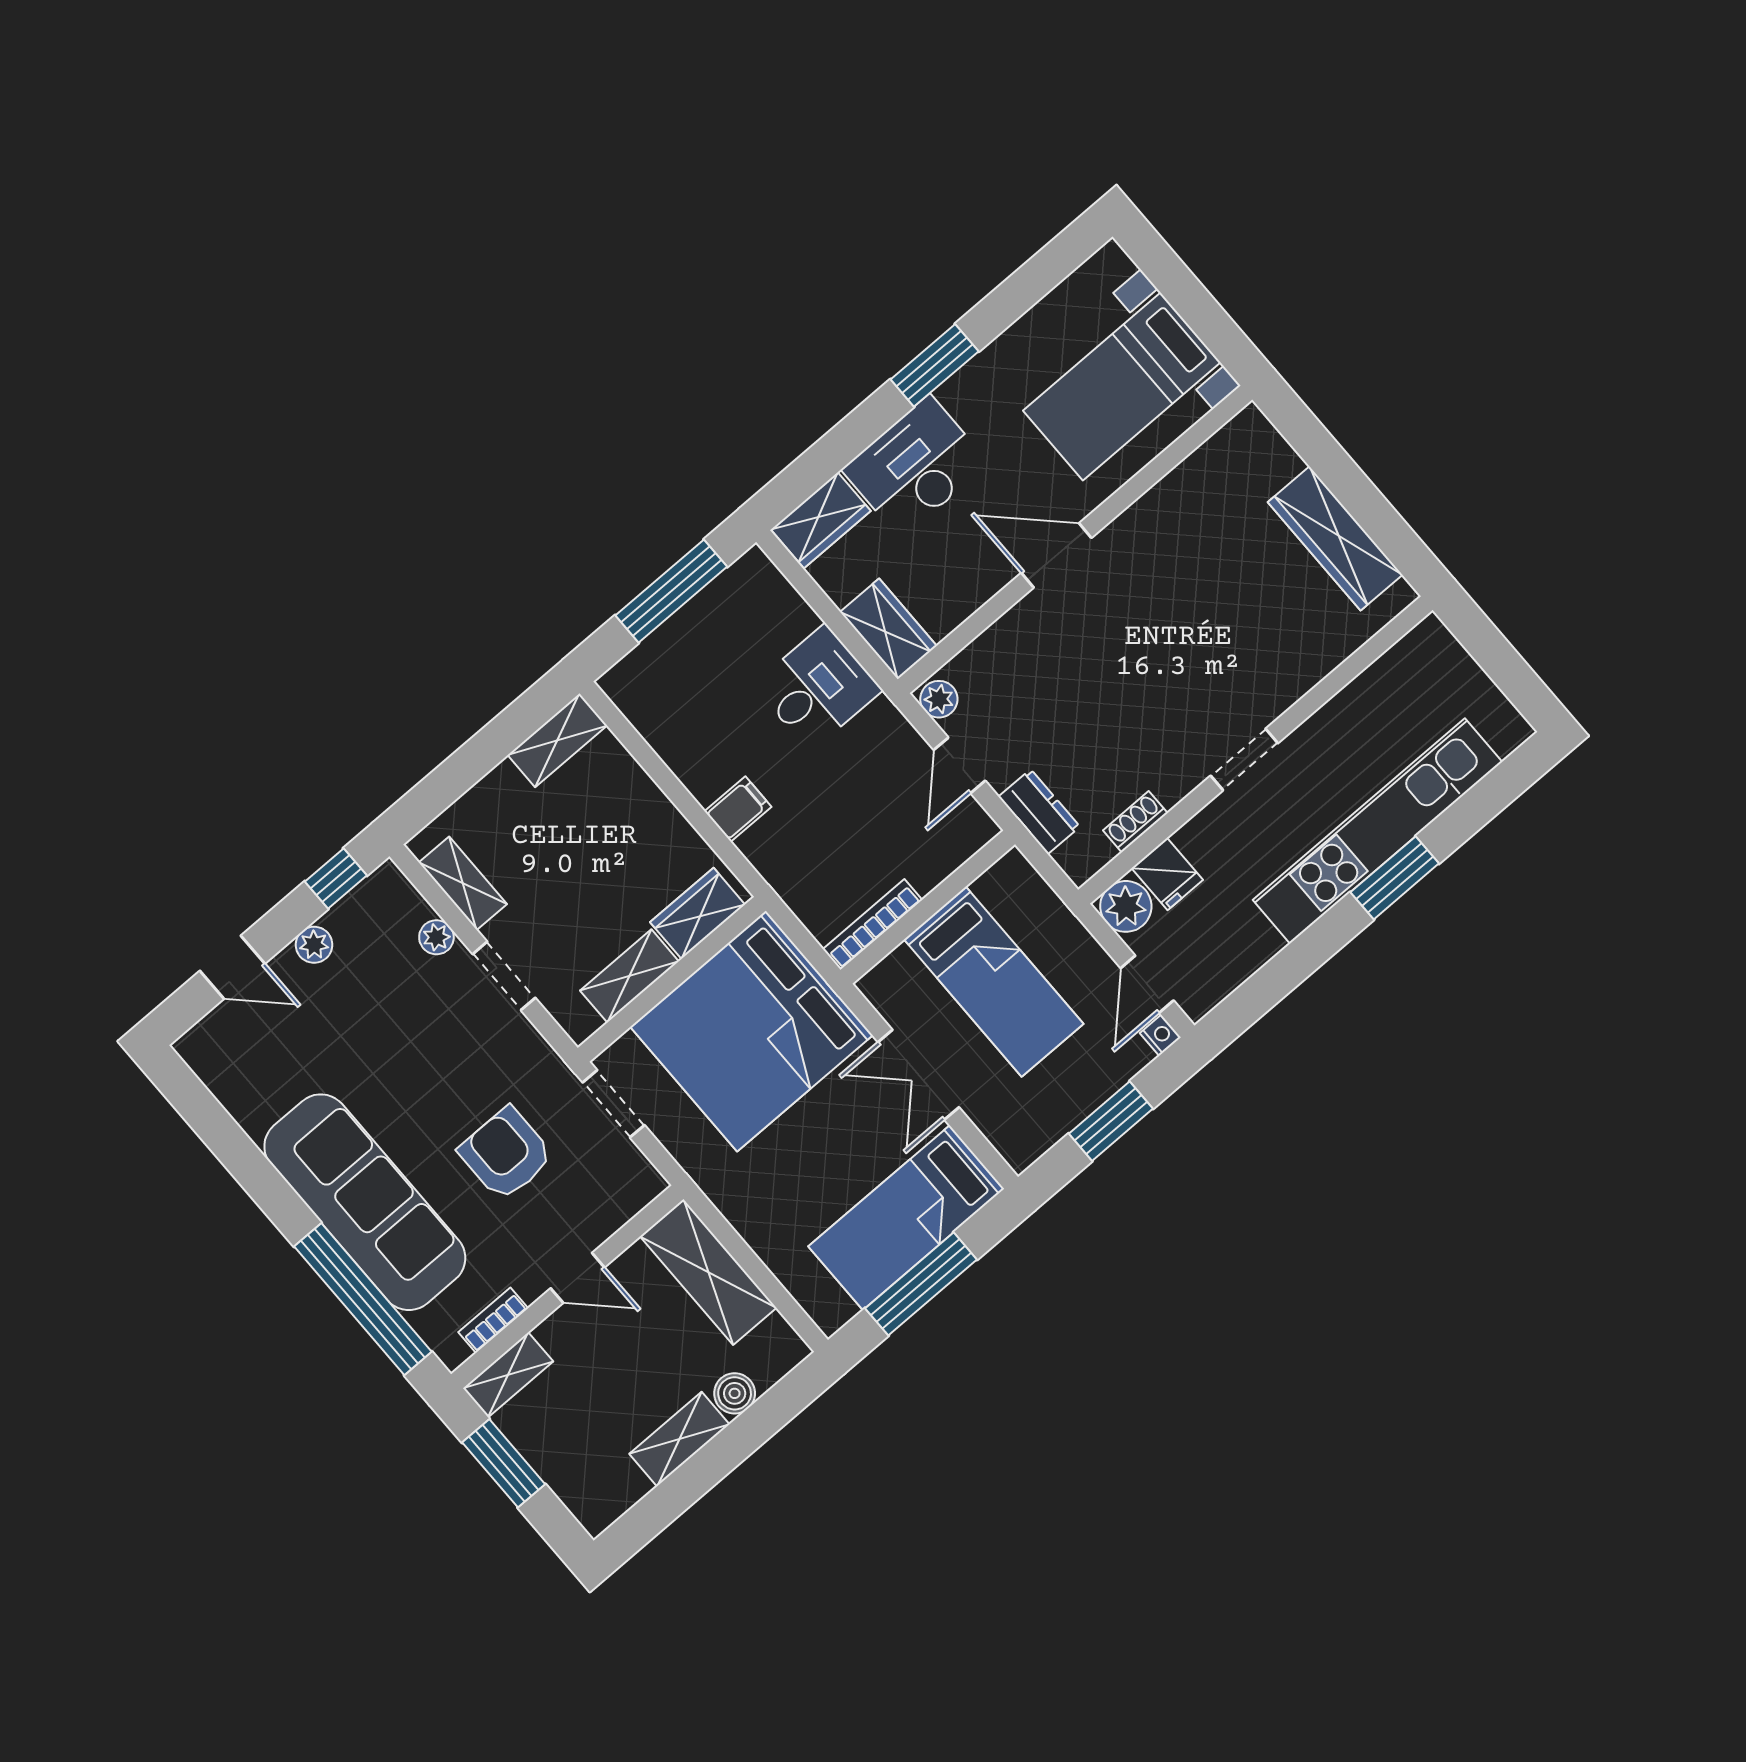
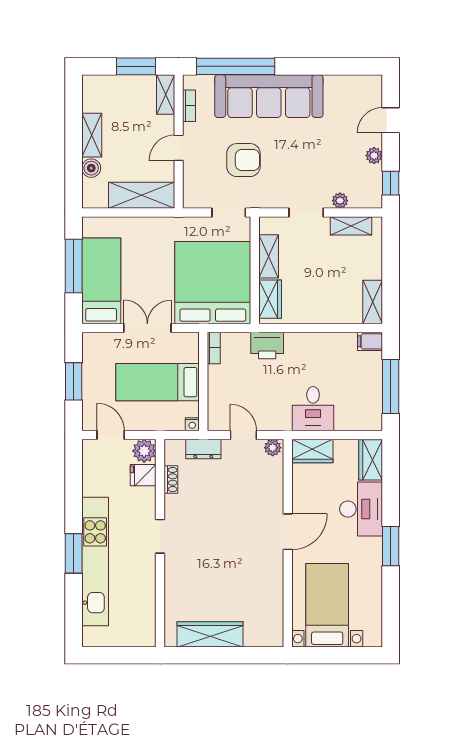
filing cabinet: (738, 809) -> (370, 341), moved, turned 90
printer: (778, 853) -> (267, 346), added
bookcase: (872, 925) -> (214, 348), width x0.64
nightstand: (1160, 1035) -> (192, 424), moved

